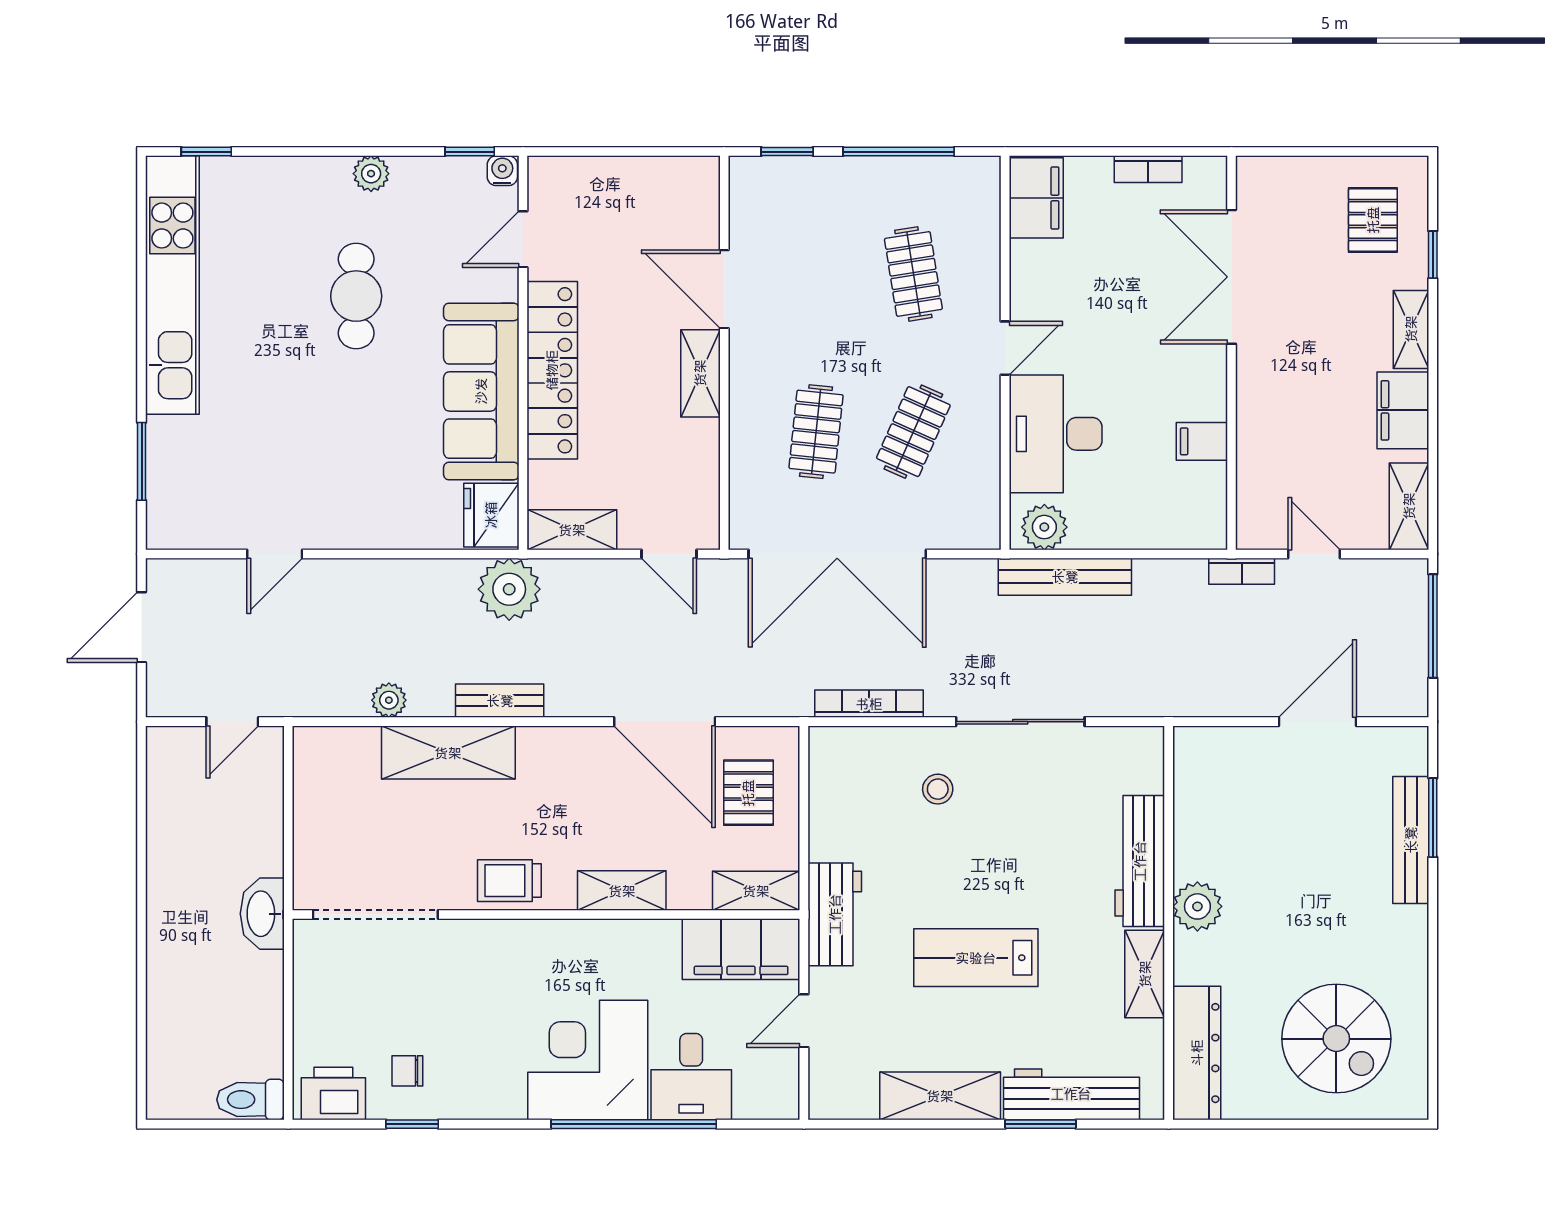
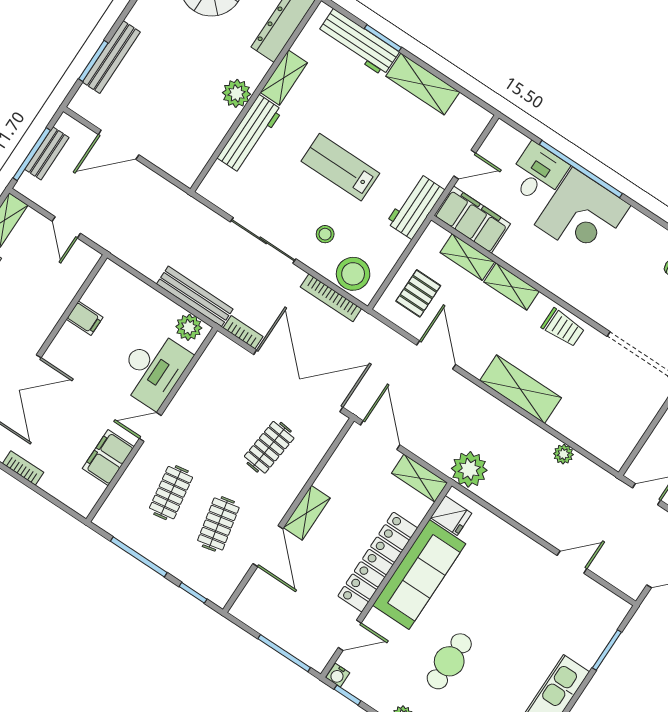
window: (600, 152) -> (284, 653), added
filing cabinet: (1036, 198) -> (108, 458), moved
clothes rail: (913, 432) -> (218, 524), moved, turned -36
fridge: (491, 515) -> (451, 515), width x0.72
door: (669, 554) -> (380, 435), width x1.38
bookcase: (1242, 571) -> (243, 332), moved
bench: (500, 701) -> (47, 153), moved, turned 90
door: (665, 722) -> (436, 355), width x0.73
shelving: (448, 753) -> (521, 389), moved
stool: (860, 759) -> (353, 274), added
shelving: (756, 891) -> (467, 257), moved
lab bench: (976, 958) -> (340, 167), moved, turned 180

